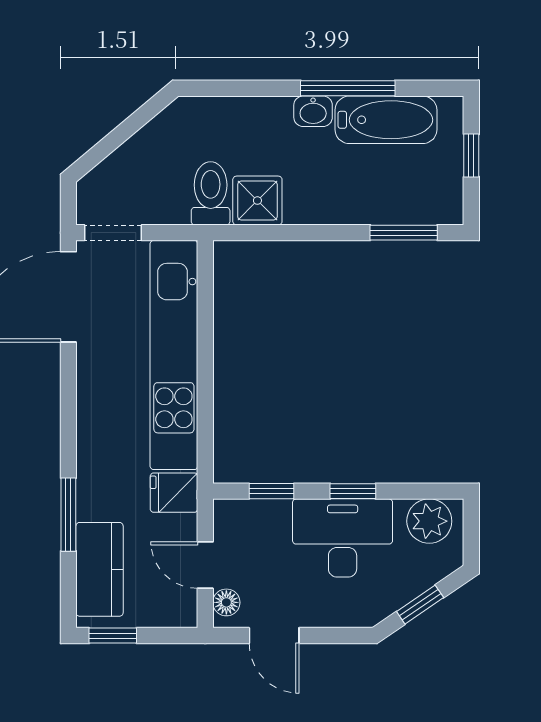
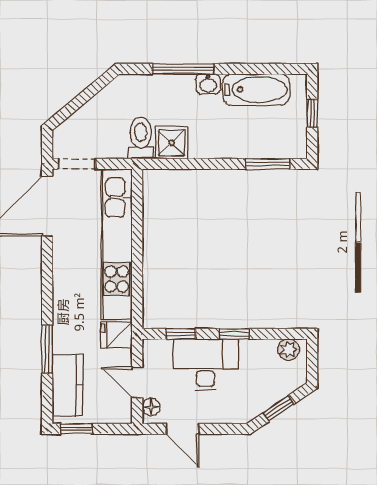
window: (348, 88) -> (183, 69), moved
plant: (429, 521) -> (289, 350), width x0.73, depth x0.73
desk: (343, 538) -> (206, 365), moved

